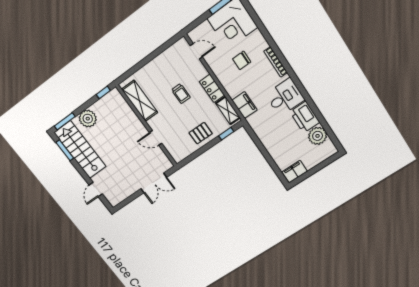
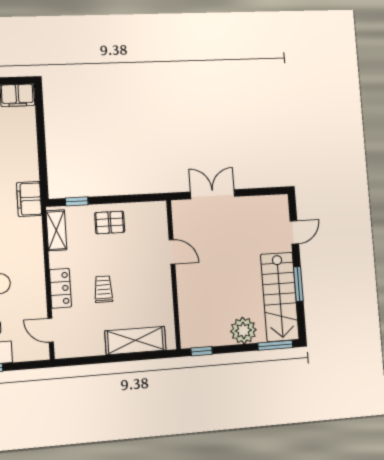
locker: (212, 88) -> (60, 288), moved
shelving: (140, 101) -> (135, 341), moved, turned 90
filing cabinet: (245, 105) -> (29, 199), moved
window: (65, 150) -> (298, 284), moved

